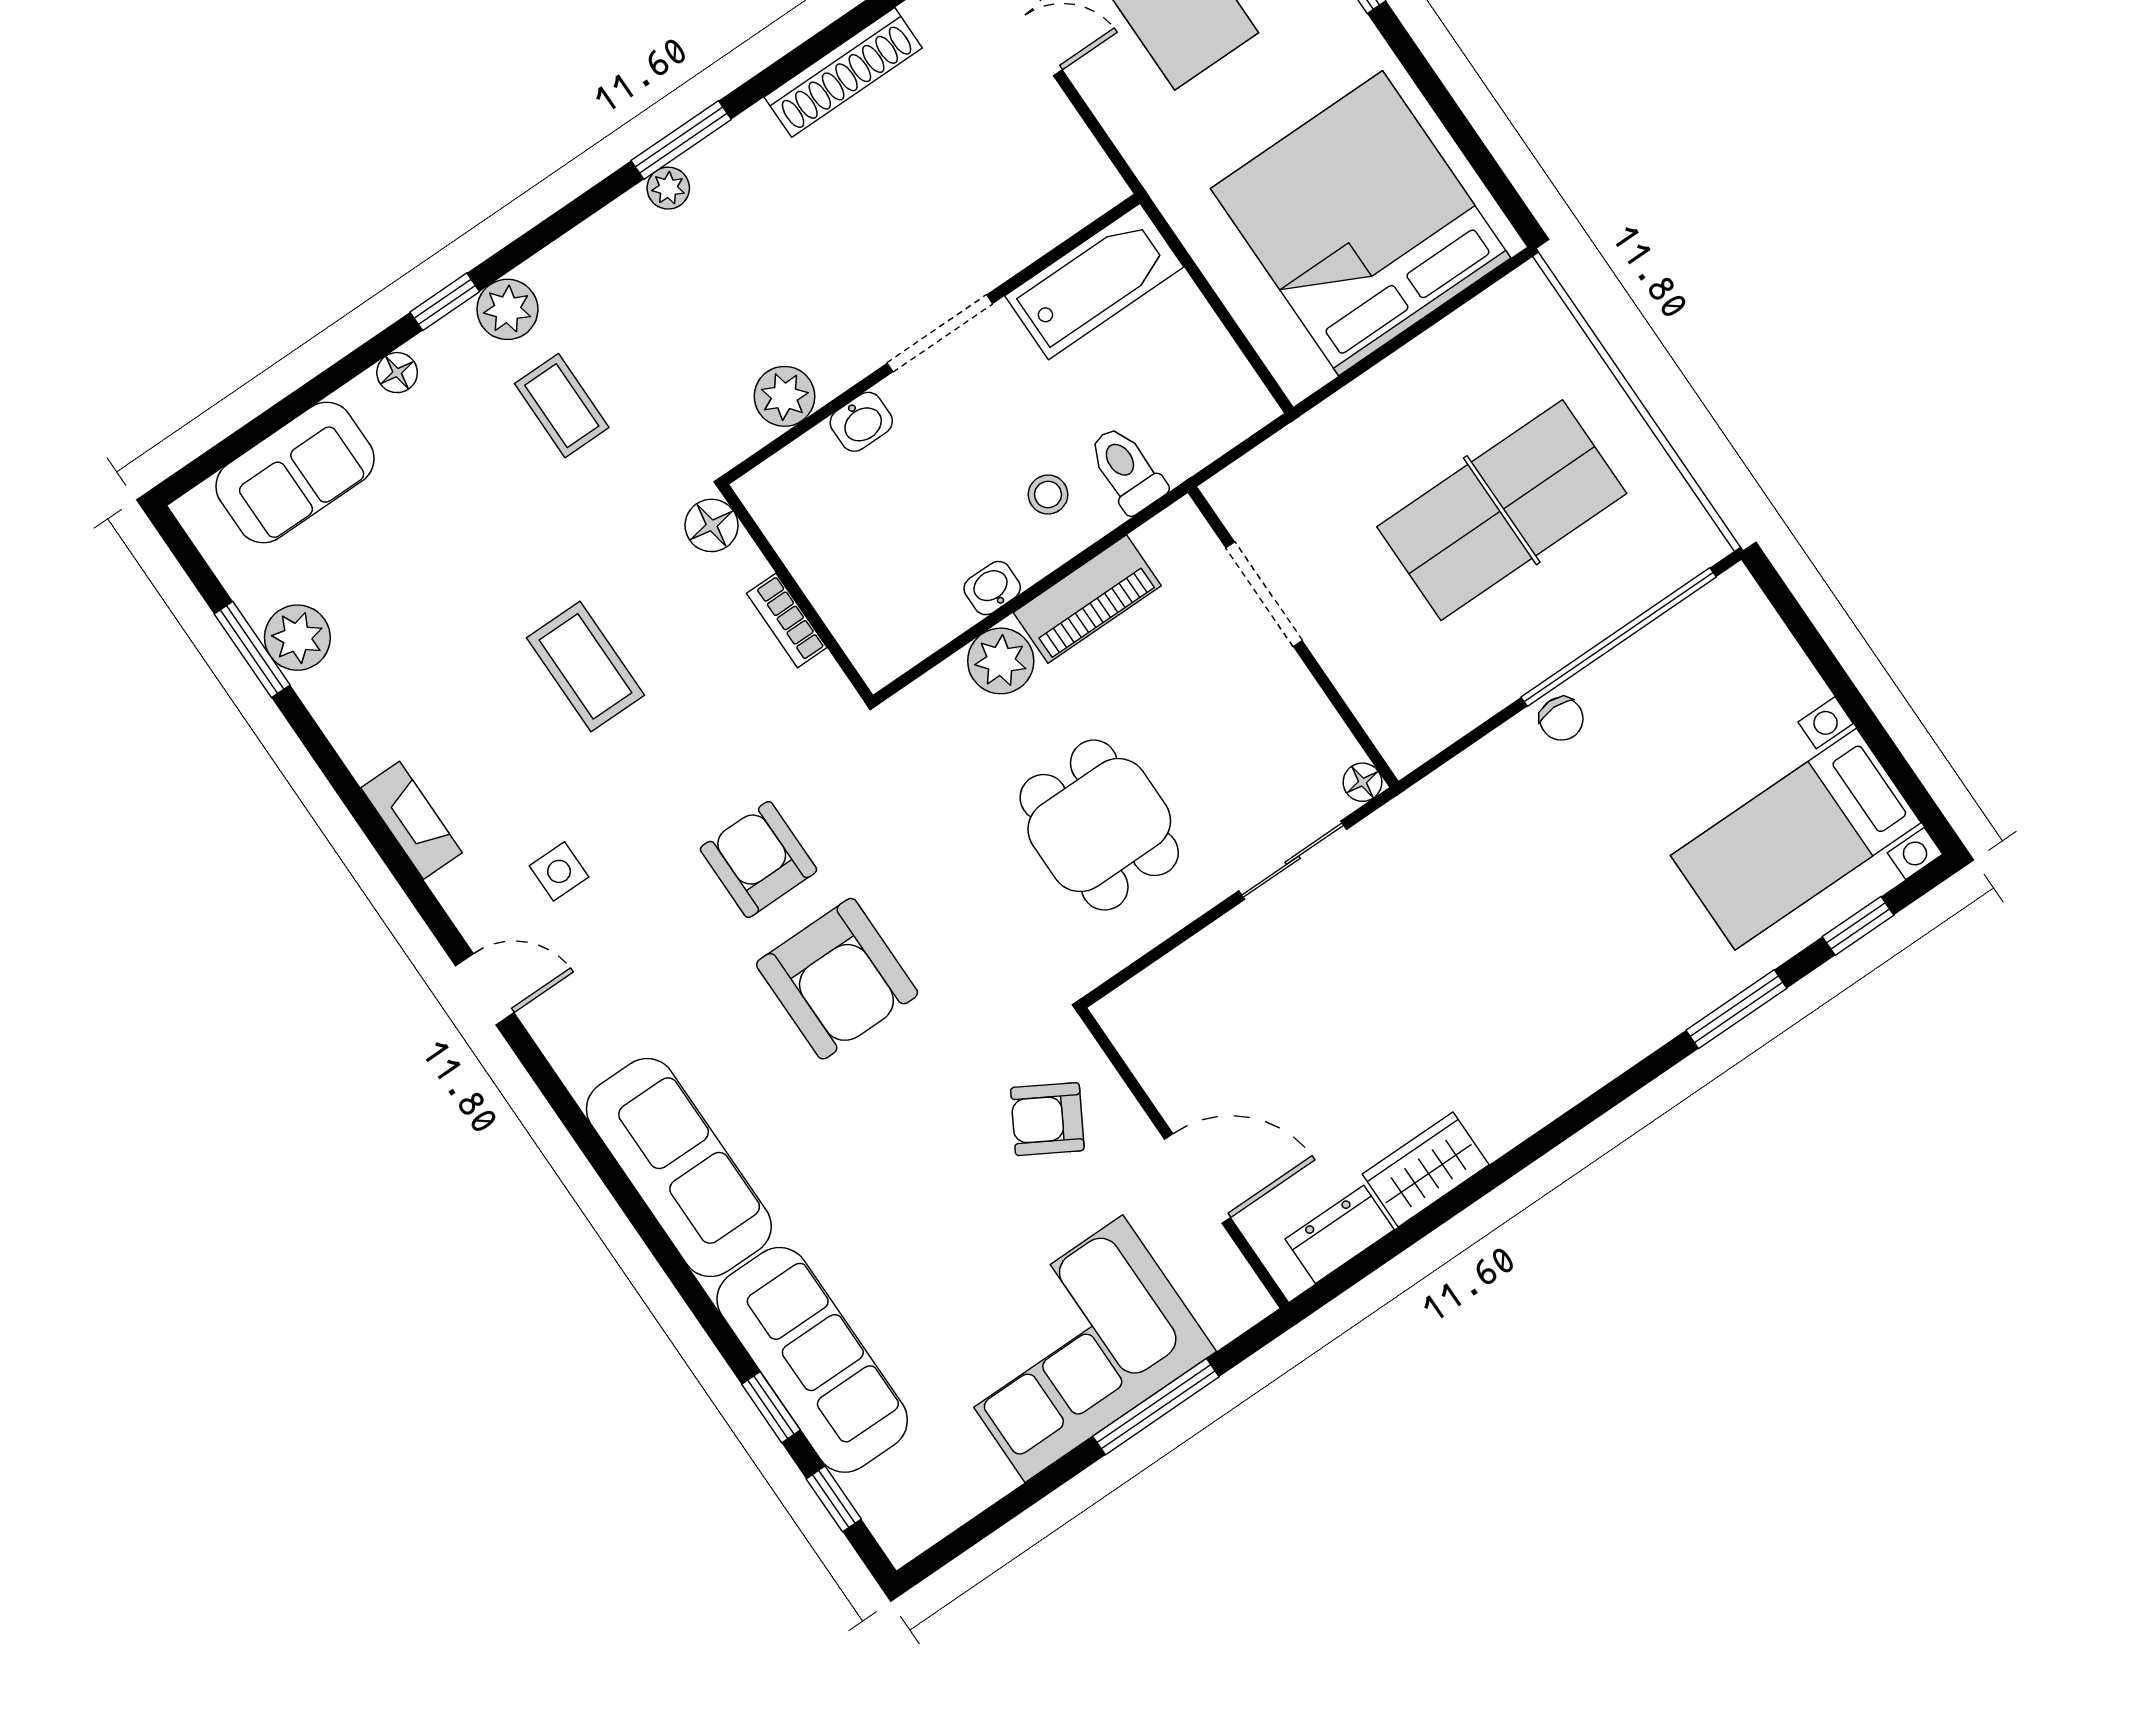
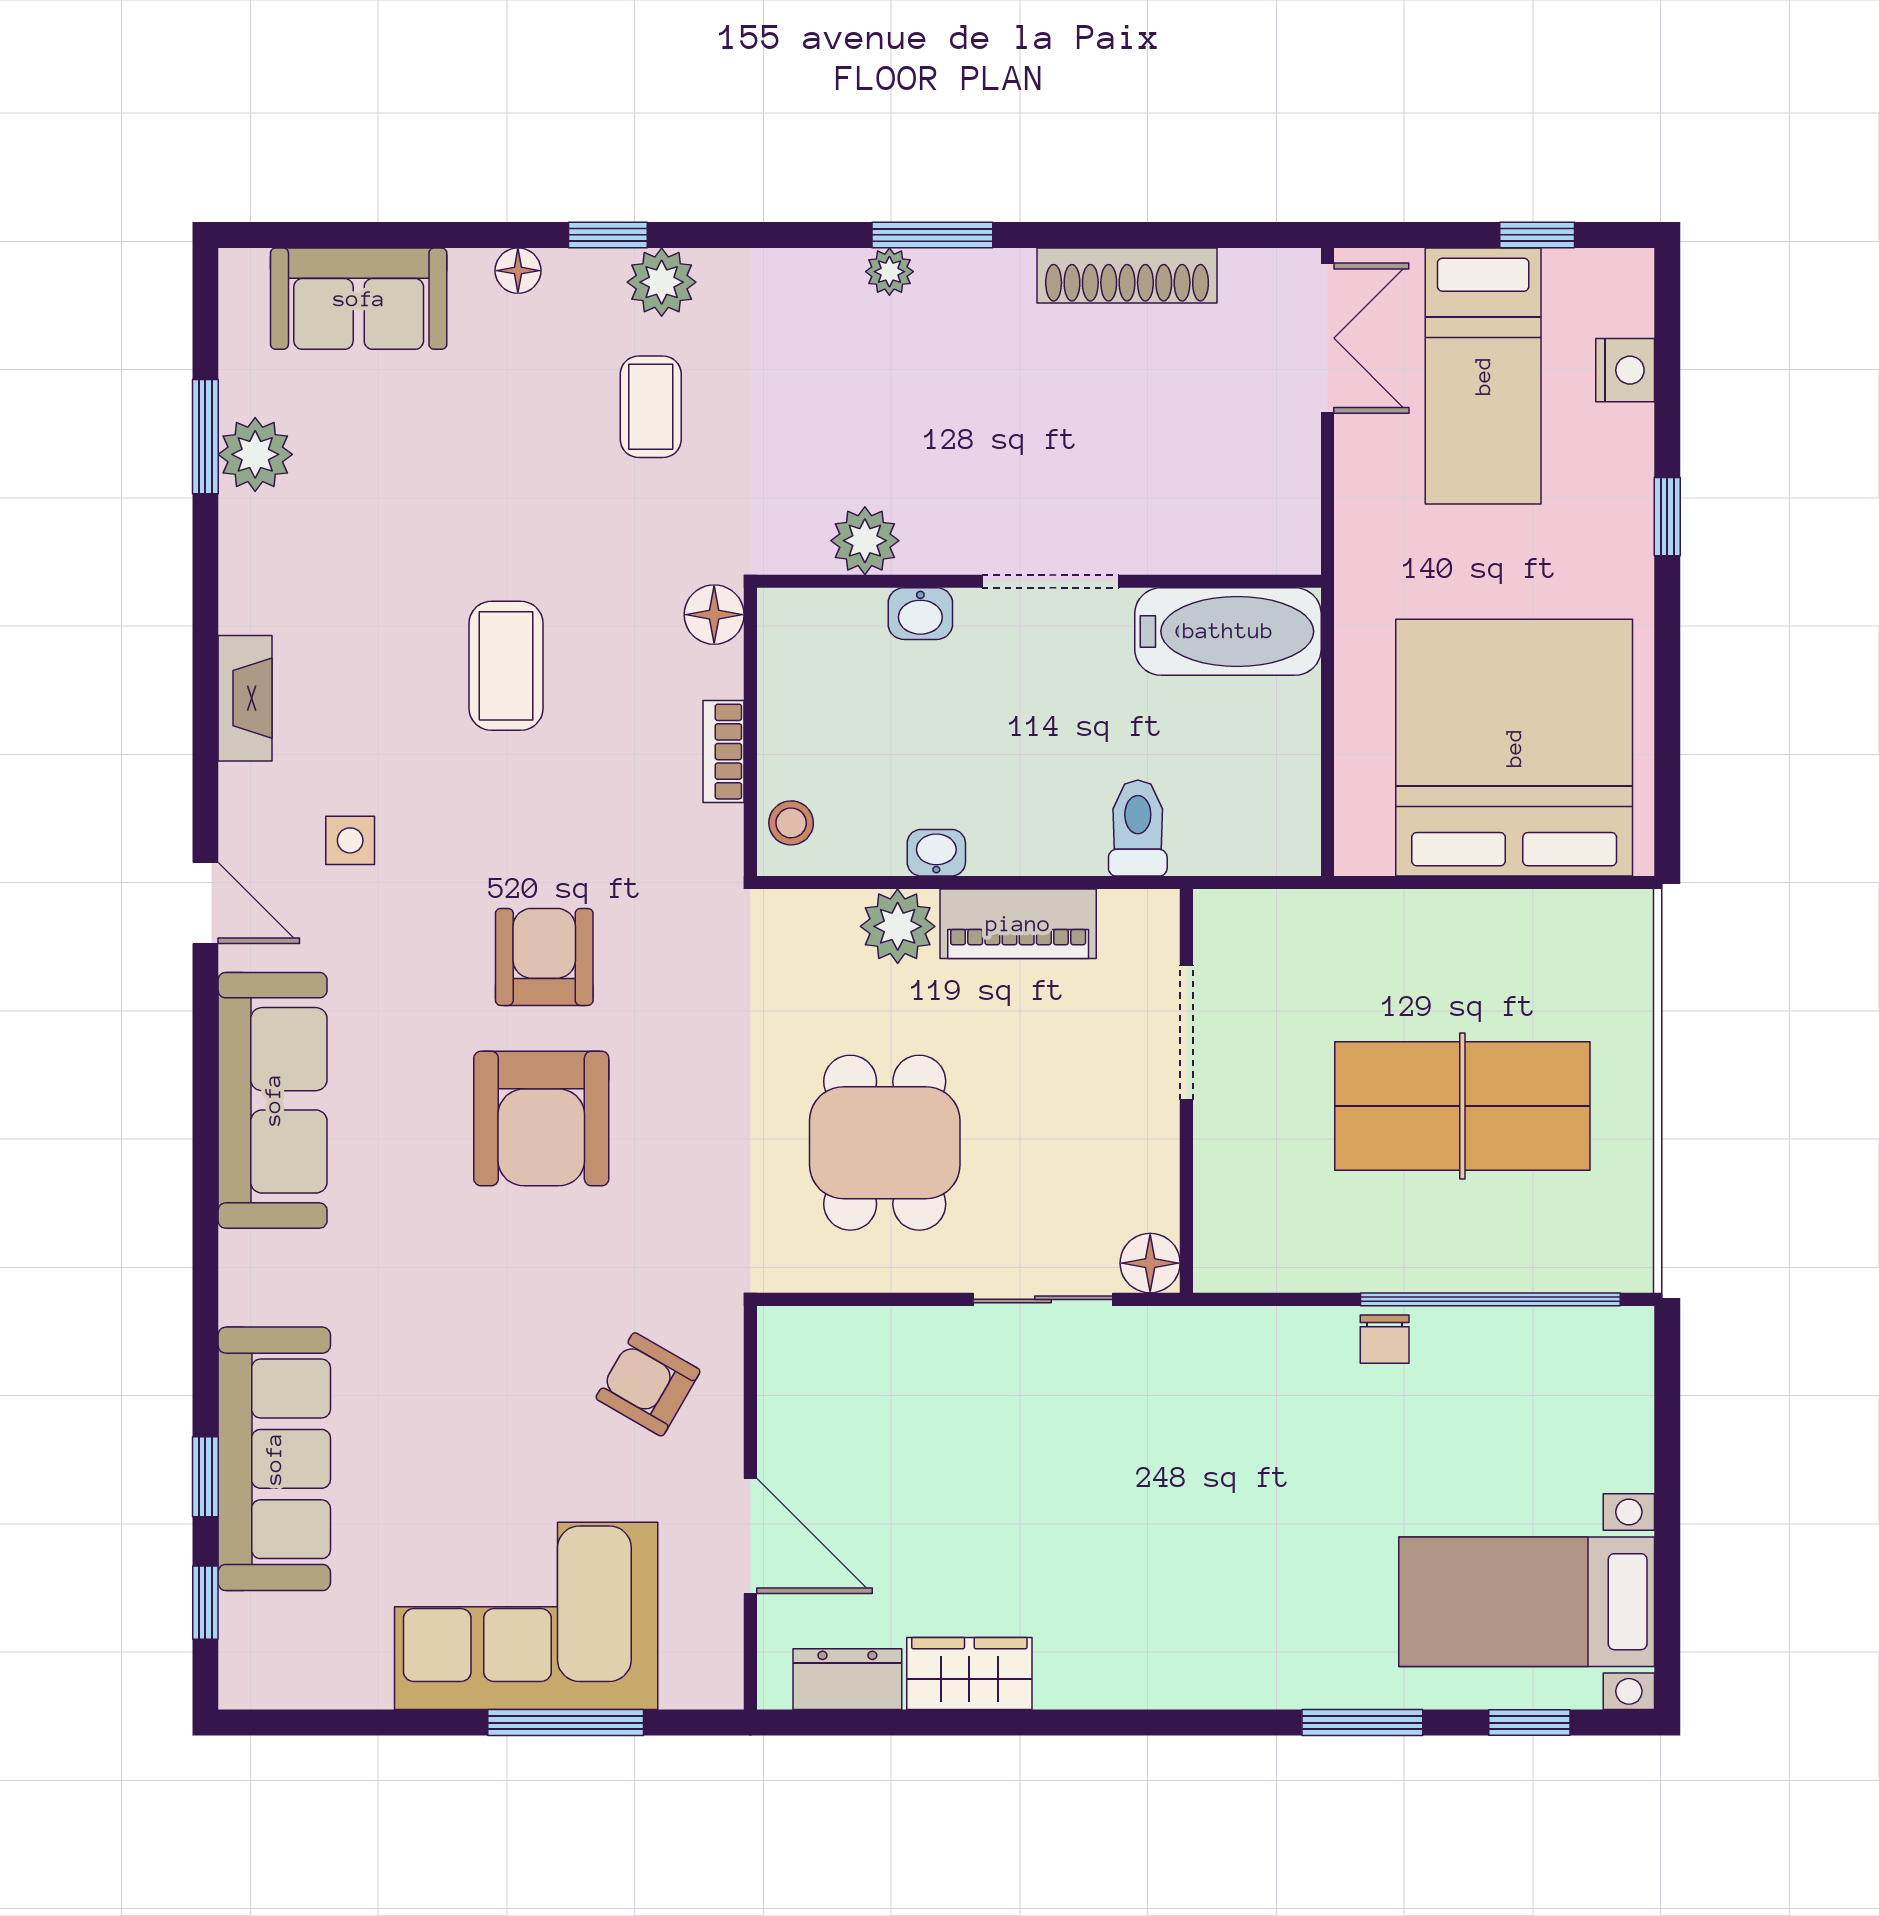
stool: (1048, 495) -> (791, 823), moved
floor lamp: (1363, 782) -> (1150, 1263), width x1.37, depth x1.37
sofa: (679, 1168) -> (273, 1100), moved

